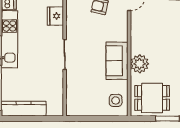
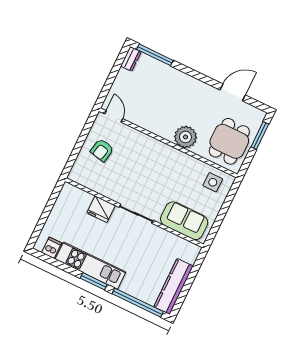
fridge: (55, 16) -> (101, 209), moved
sofa: (117, 61) -> (184, 221), moved, turned 180

